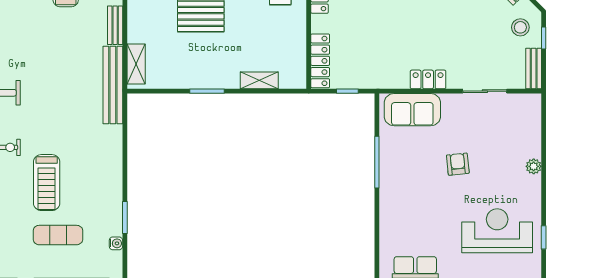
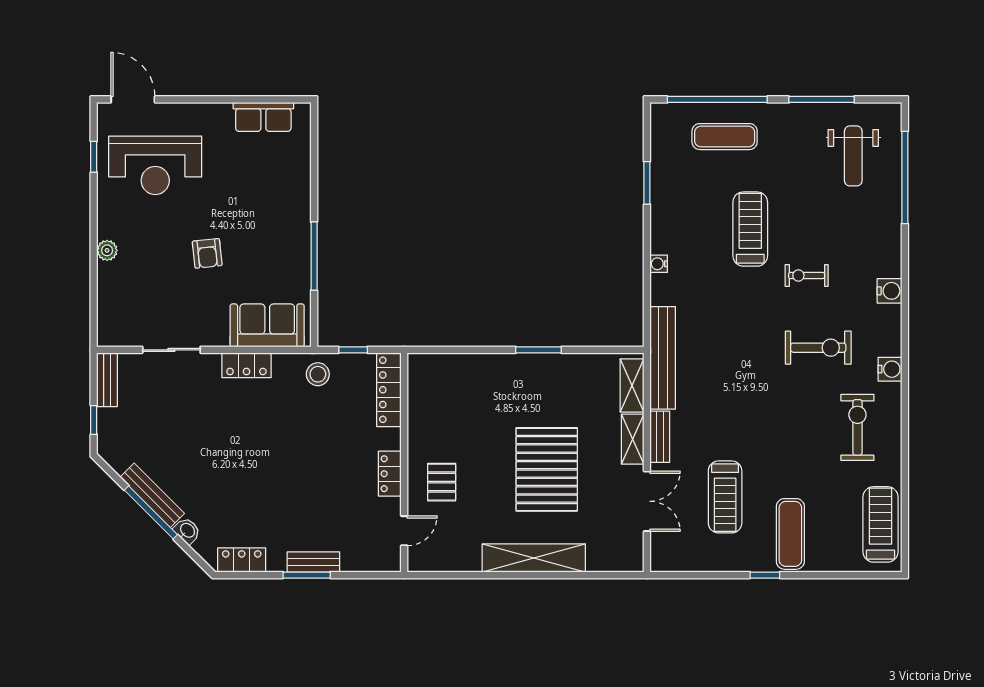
stool: (520, 27) -> (318, 374), moved
shelving: (259, 80) -> (633, 439), moved, turned 90
exercise mat: (58, 235) -> (725, 137), moved
water cooler: (116, 243) -> (659, 264), moved

